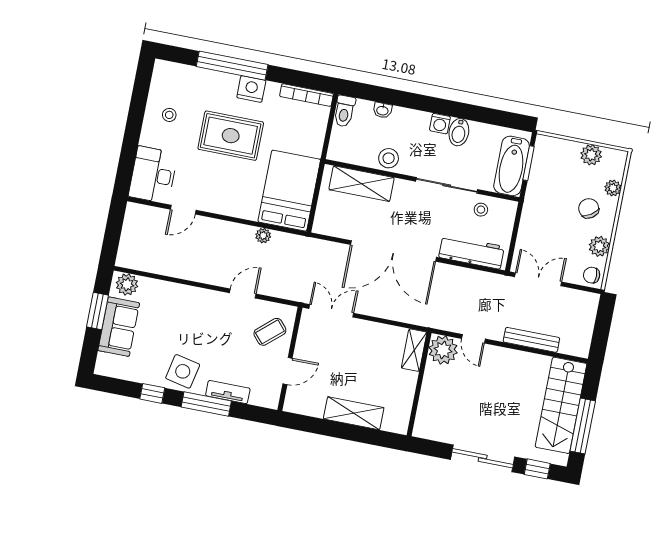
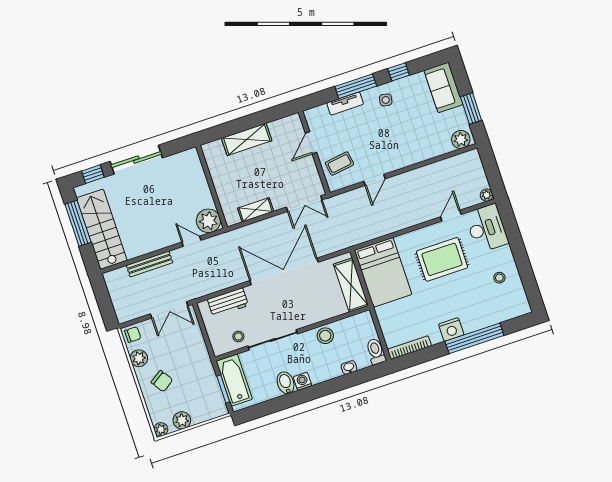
rug: (231, 136) -> (442, 259), moved
shelving: (362, 184) -> (351, 285), moved, turned 90
plant: (613, 188) -> (161, 429), moved
plant: (263, 236) -> (487, 195), moved
workbench: (472, 252) -> (228, 302), width x0.73
sofa: (119, 327) -> (443, 87), moved
coffee table: (270, 332) -> (339, 164), turned 33
shelving: (414, 350) -> (256, 210), moved, turned 90
side table: (183, 371) -> (386, 100), width x0.54, depth x0.54

